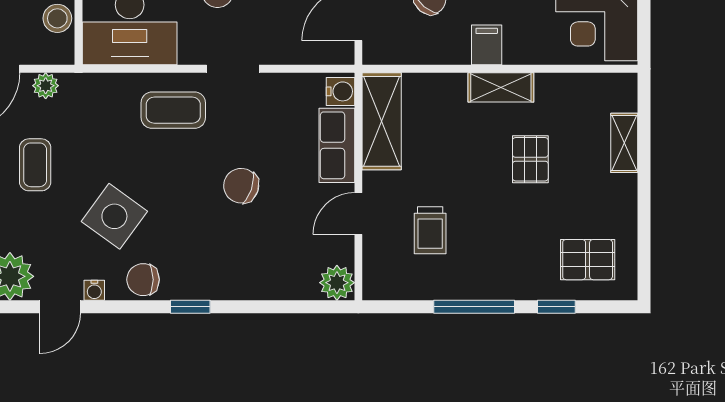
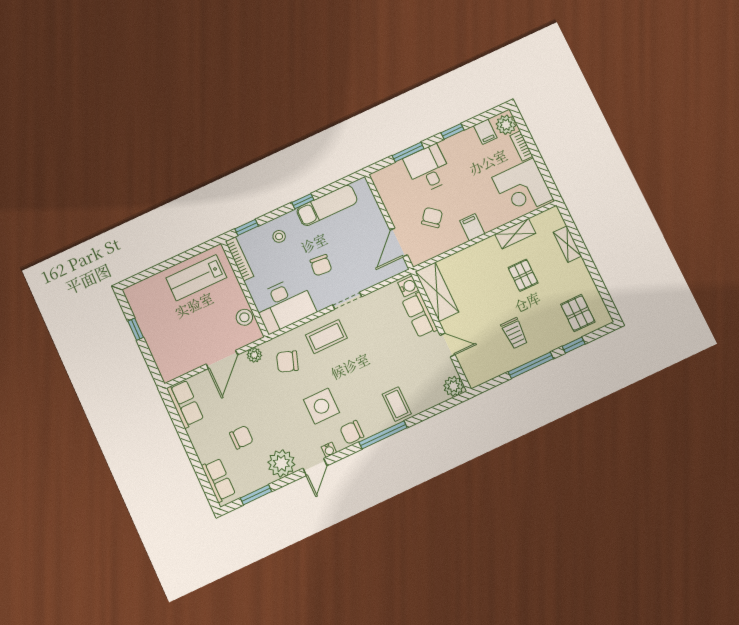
shelving: (501, 87) -> (515, 234), moved
coffee table: (35, 165) -> (397, 404), moved
chair: (241, 186) -> (287, 362), moved
door: (358, 213) -> (448, 345), swing flipped
side table: (114, 216) -> (321, 406), turned -36
trolley: (430, 230) -> (515, 333), moved
pallet: (588, 260) -> (578, 313), turned 90
window: (190, 307) -> (383, 435), width x2.17

